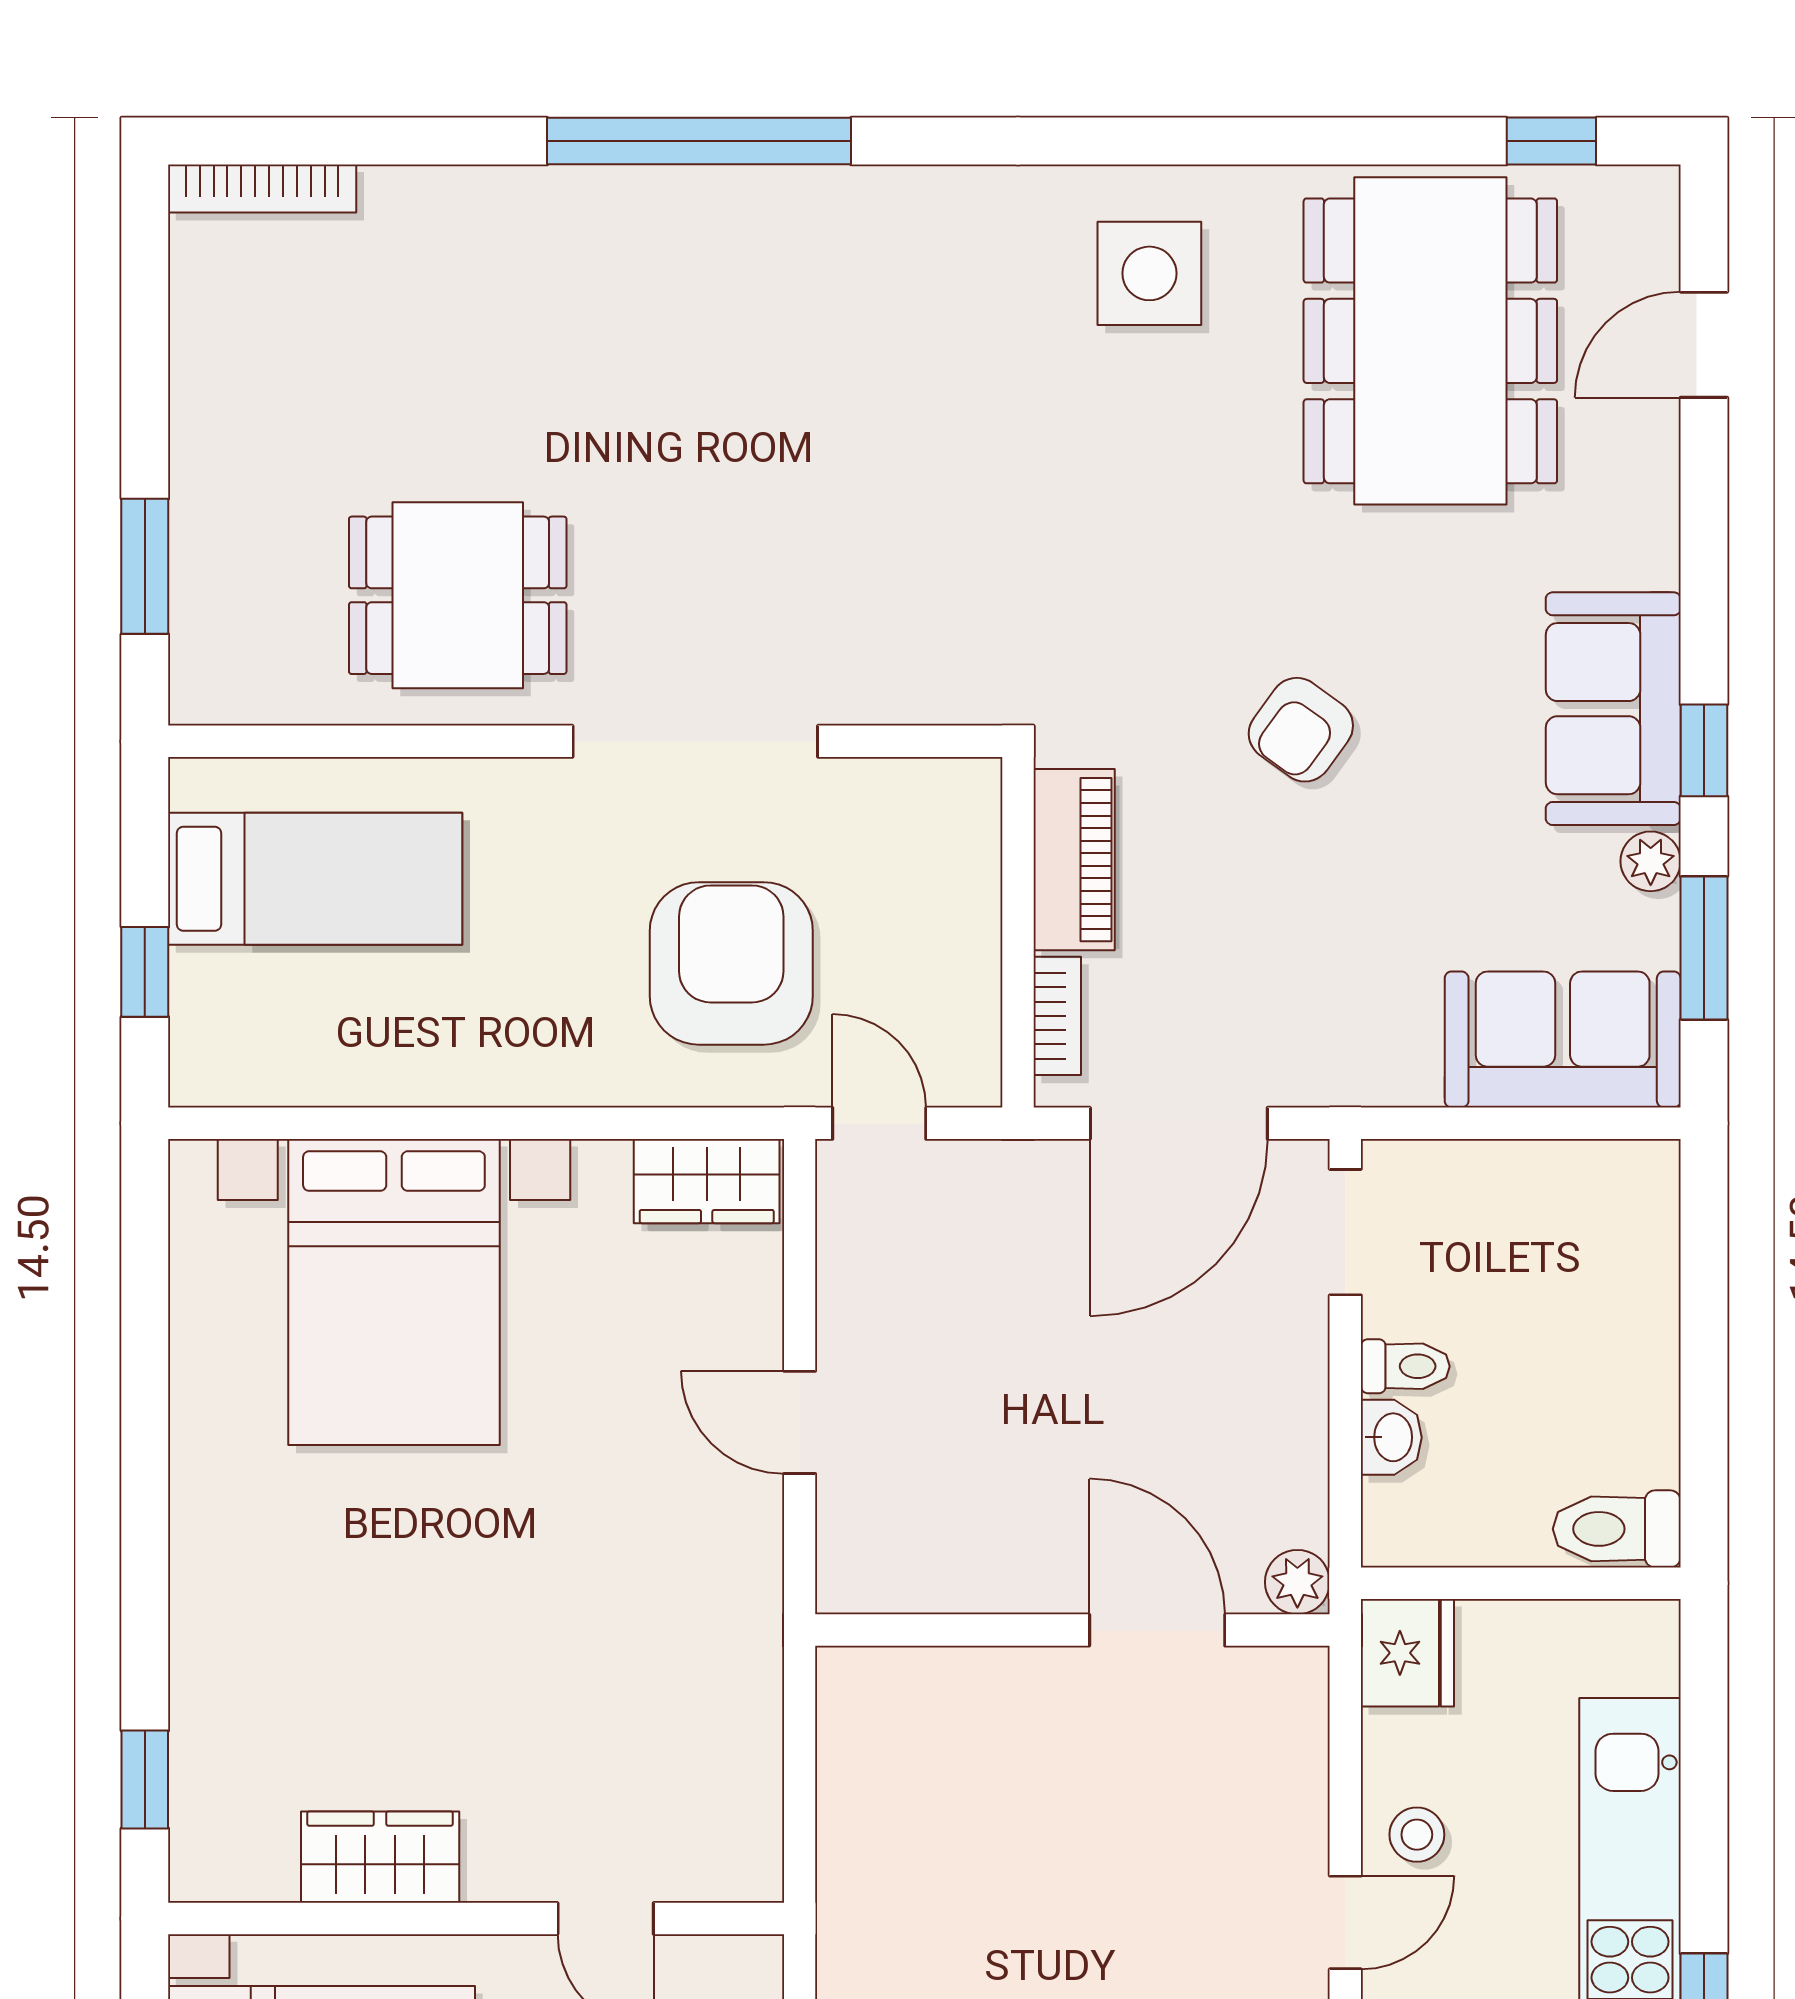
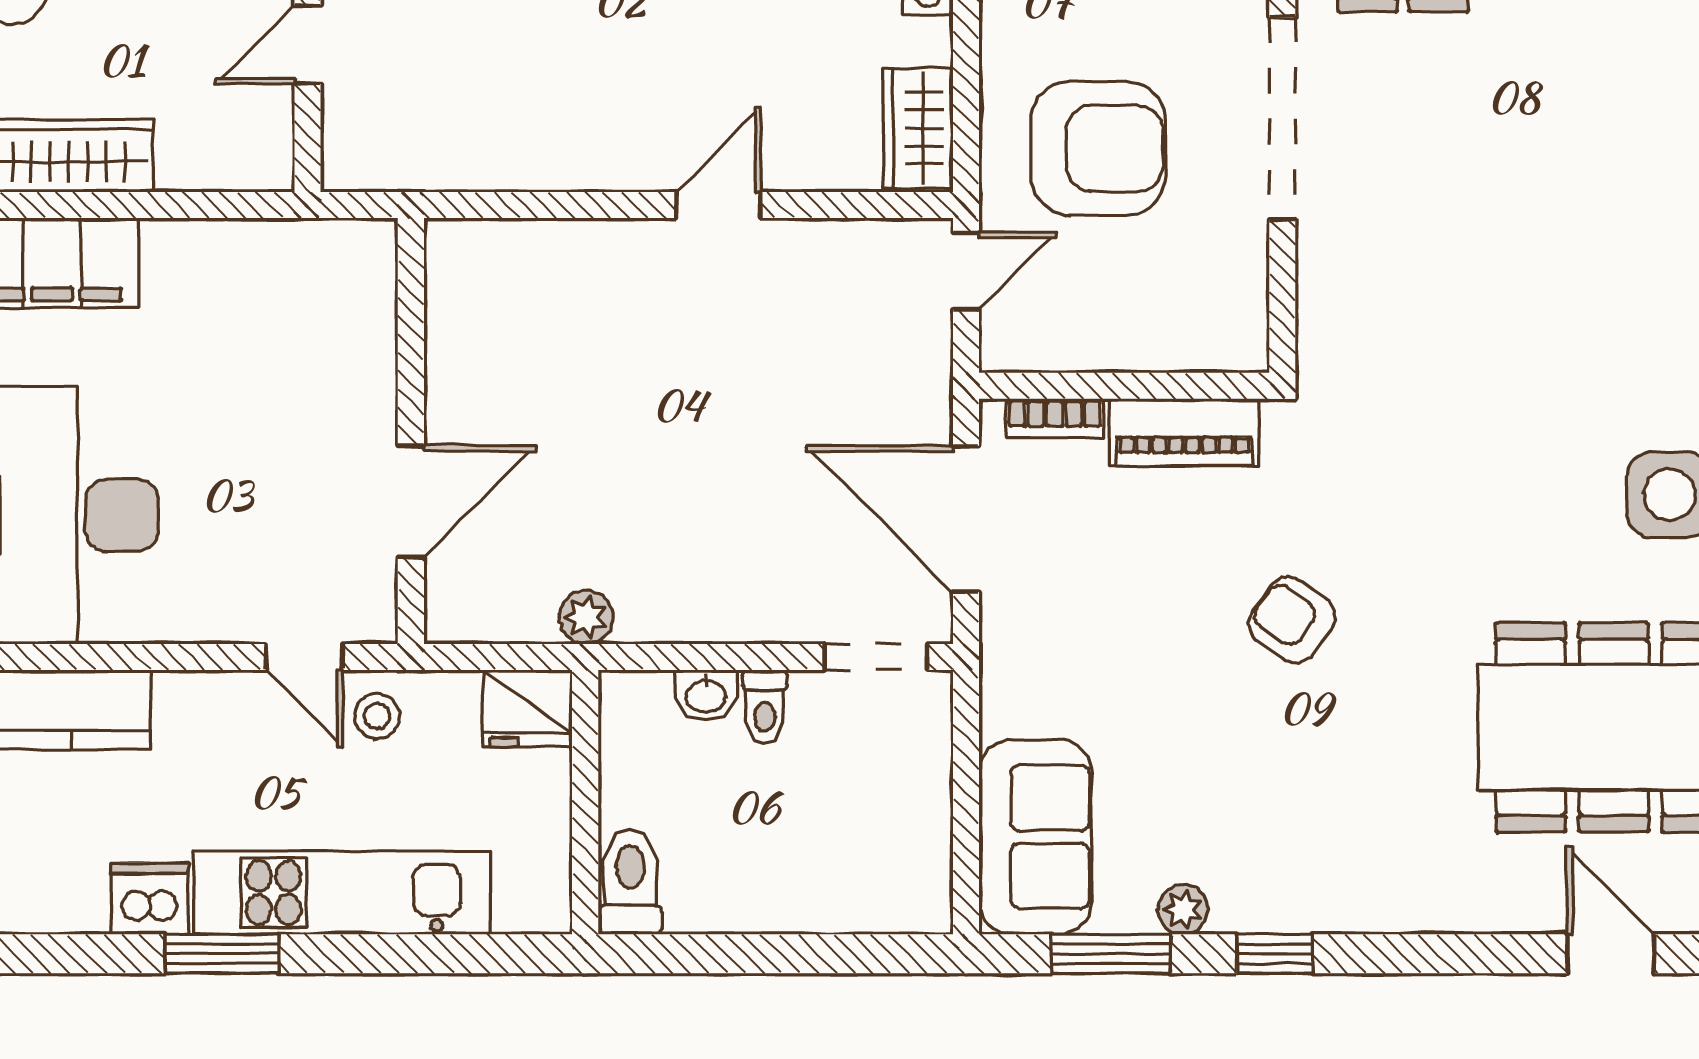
sofa: (1613, 709) -> (1309, 879), removed
wall: (1072, 1630) -> (411, 431), moved
door: (1157, 1630) -> (411, 501), moved

